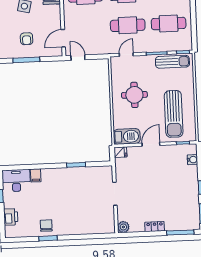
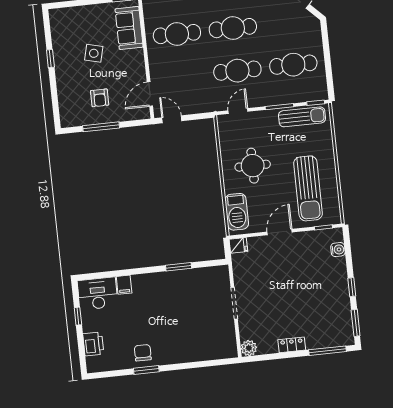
barbecue: (127, 136) -> (237, 212), moved, turned 90

